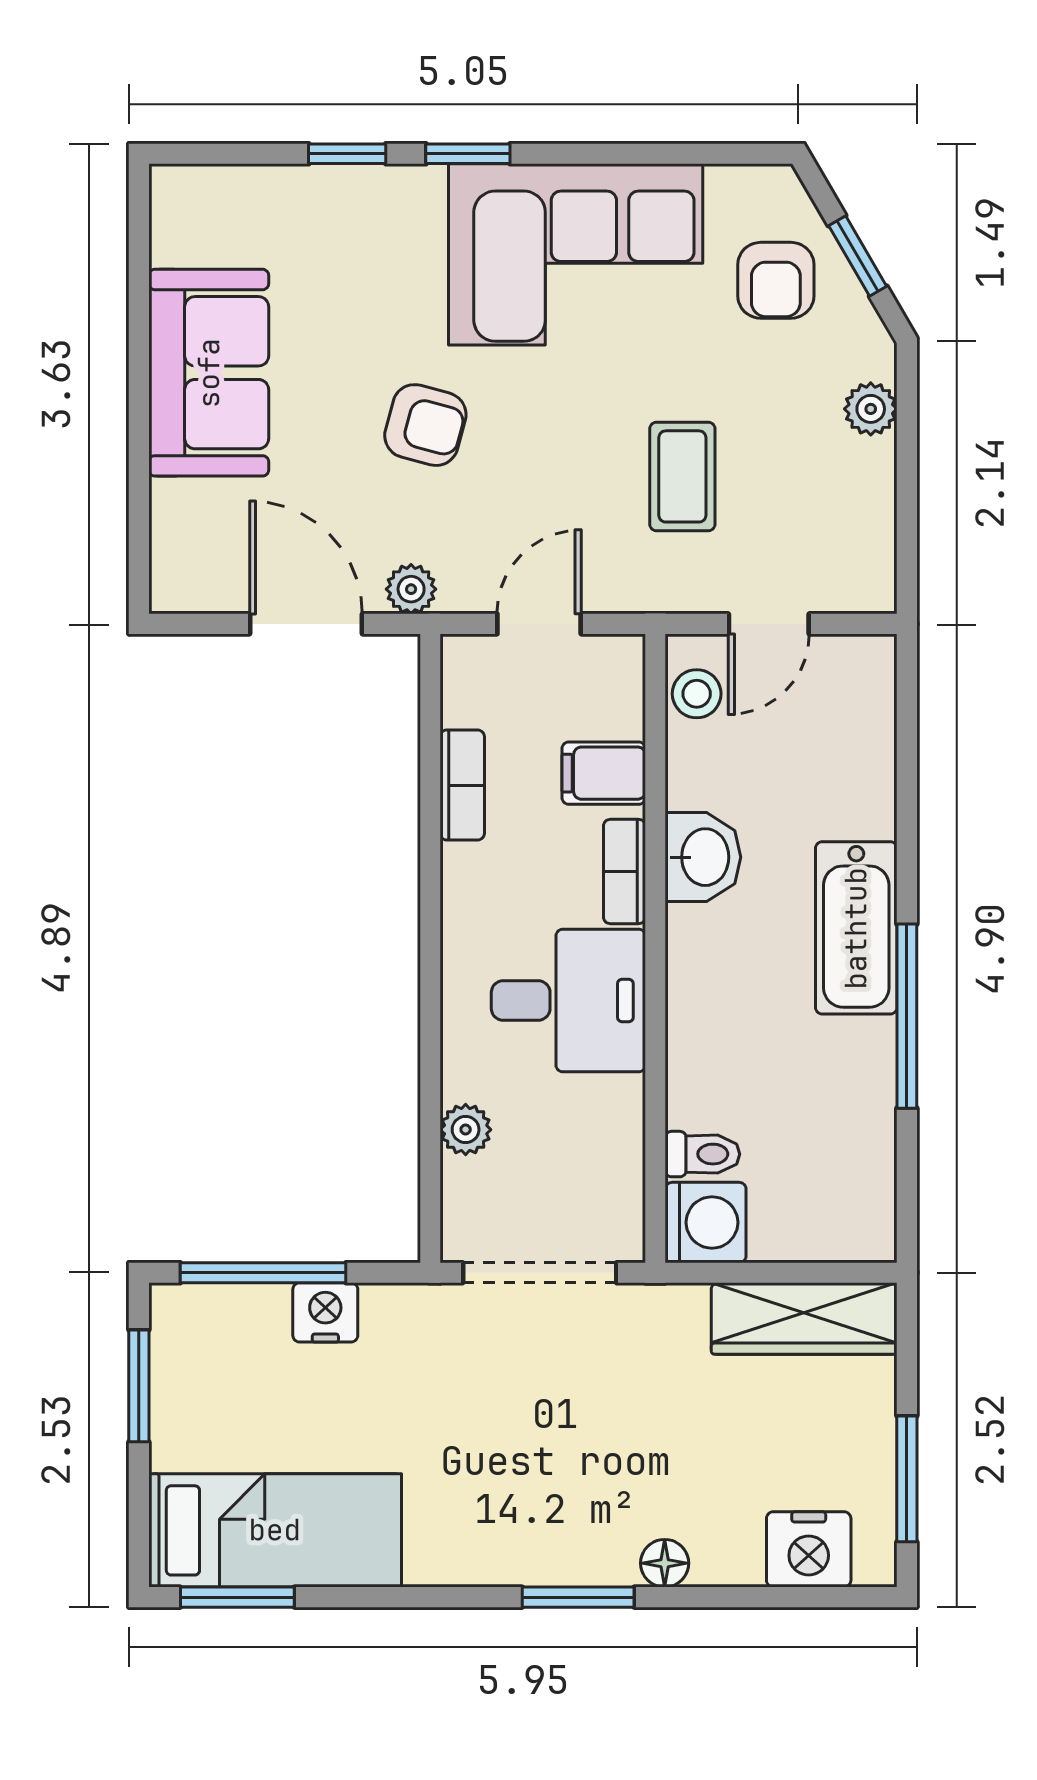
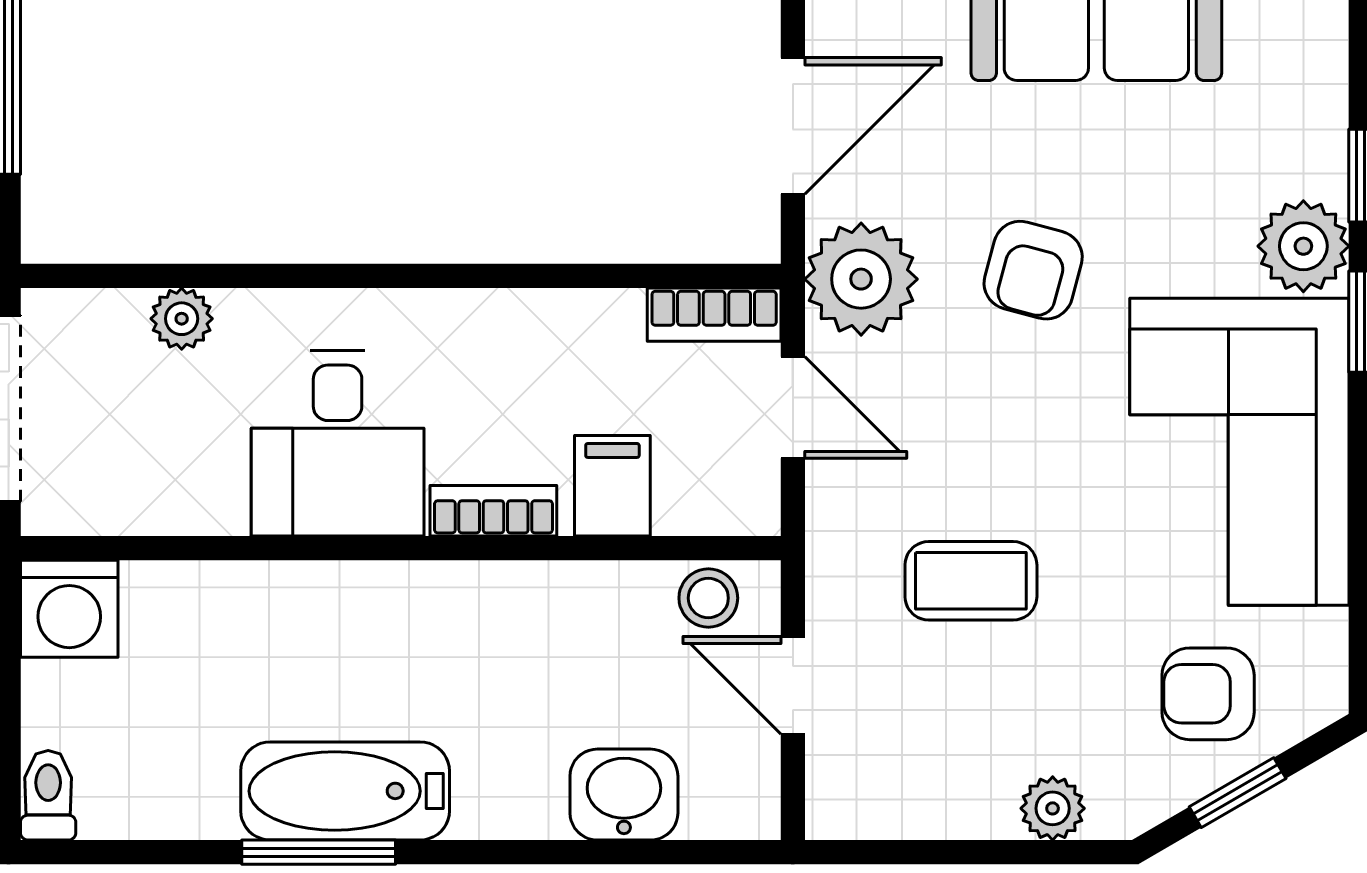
plant: (406, 201) -> (1303, 246), added
plant: (411, 589) -> (861, 279), width x1.87, depth x1.87
bookcase: (462, 785) -> (714, 315), moved
washbasin: (703, 857) -> (624, 795), moved, turned 180
bathtub: (856, 928) -> (345, 791), moved
window: (907, 1016) -> (319, 852), width x0.69
toilet: (702, 1154) -> (48, 795), moved, turned 180

